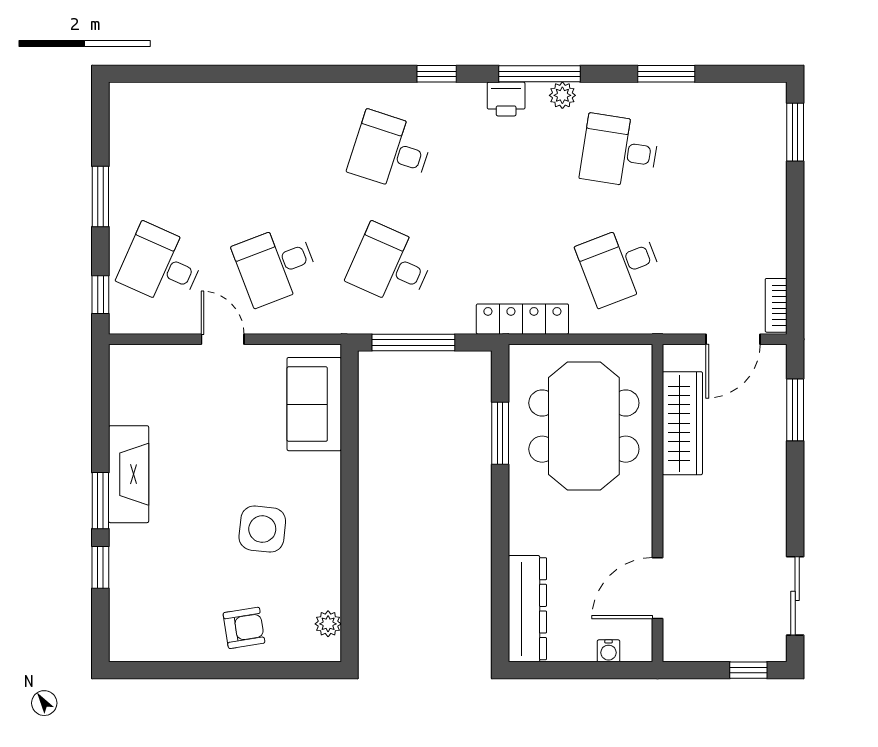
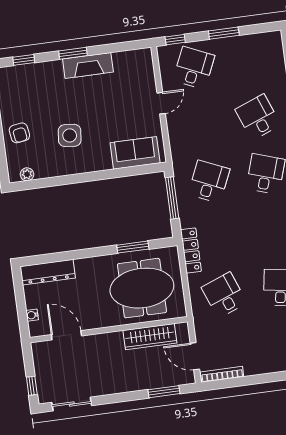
desk: (276, 265) -> (258, 117), moved
bookcase: (776, 305) -> (222, 374), width x1.56
window: (100, 567) -> (24, 60), moved

